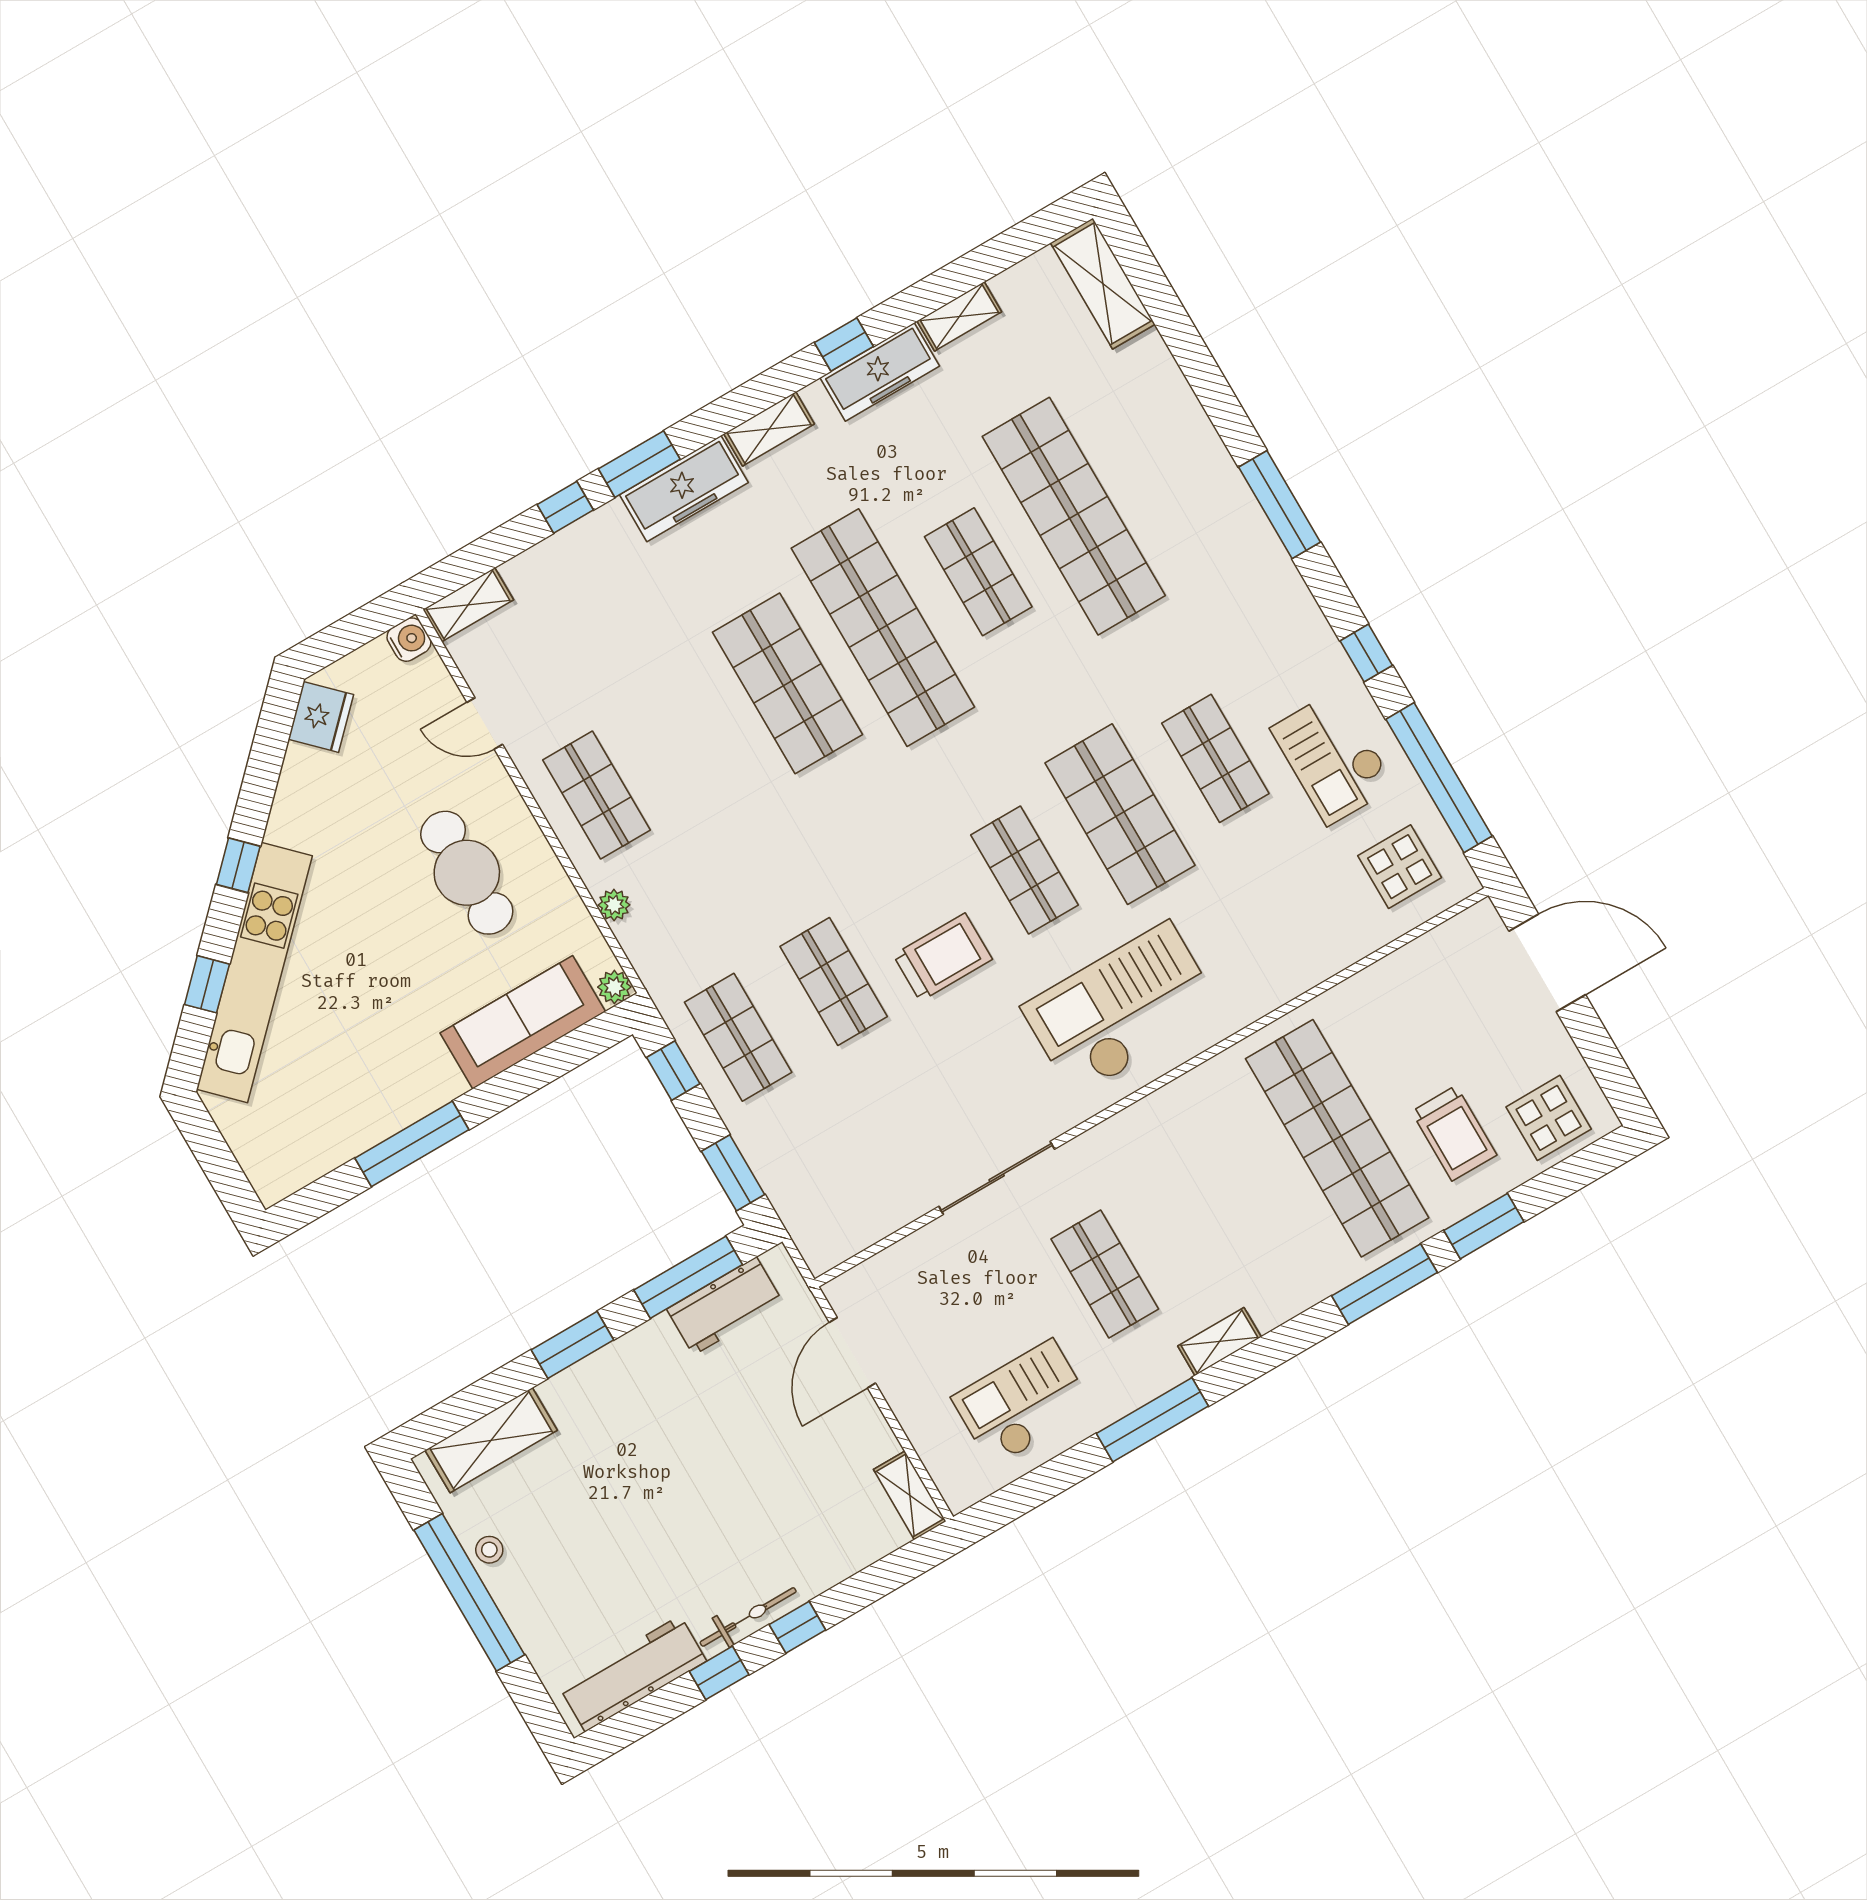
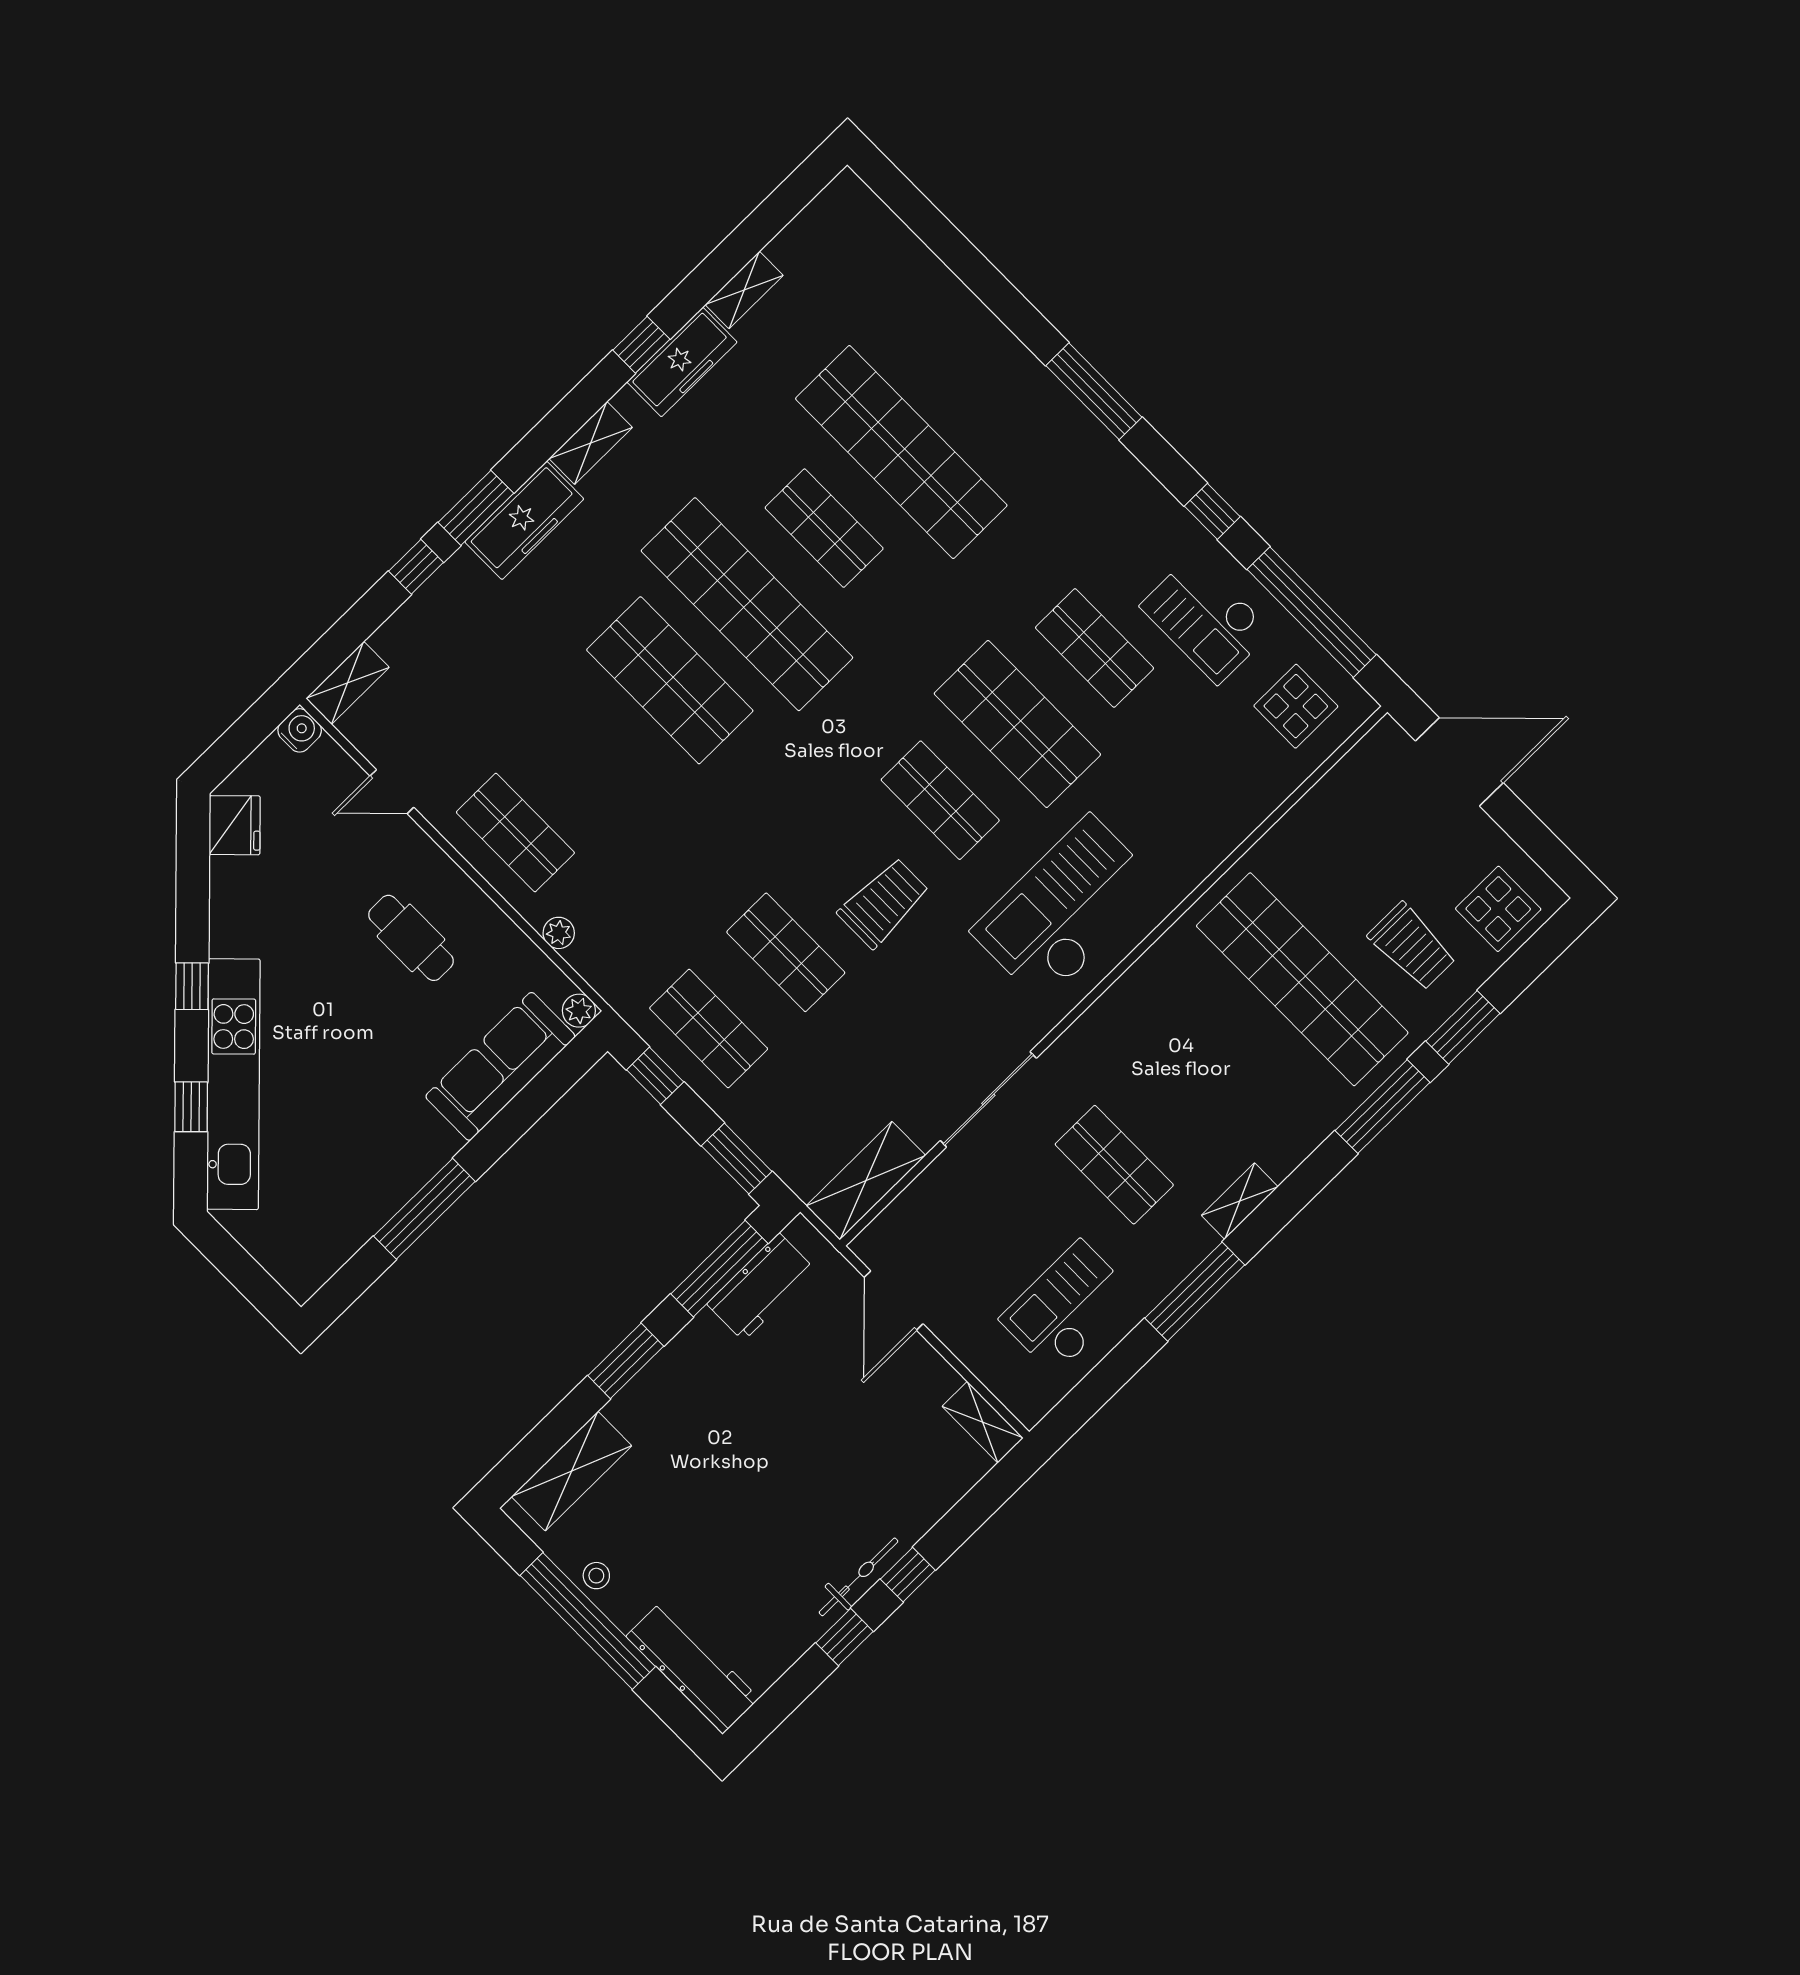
shelving: (1103, 284) -> (866, 1181), moved, turned 90
cafe table: (467, 873) -> (411, 938), width x0.73, depth x0.74
workbench: (633, 1674) -> (692, 1667), moved, turned 90

